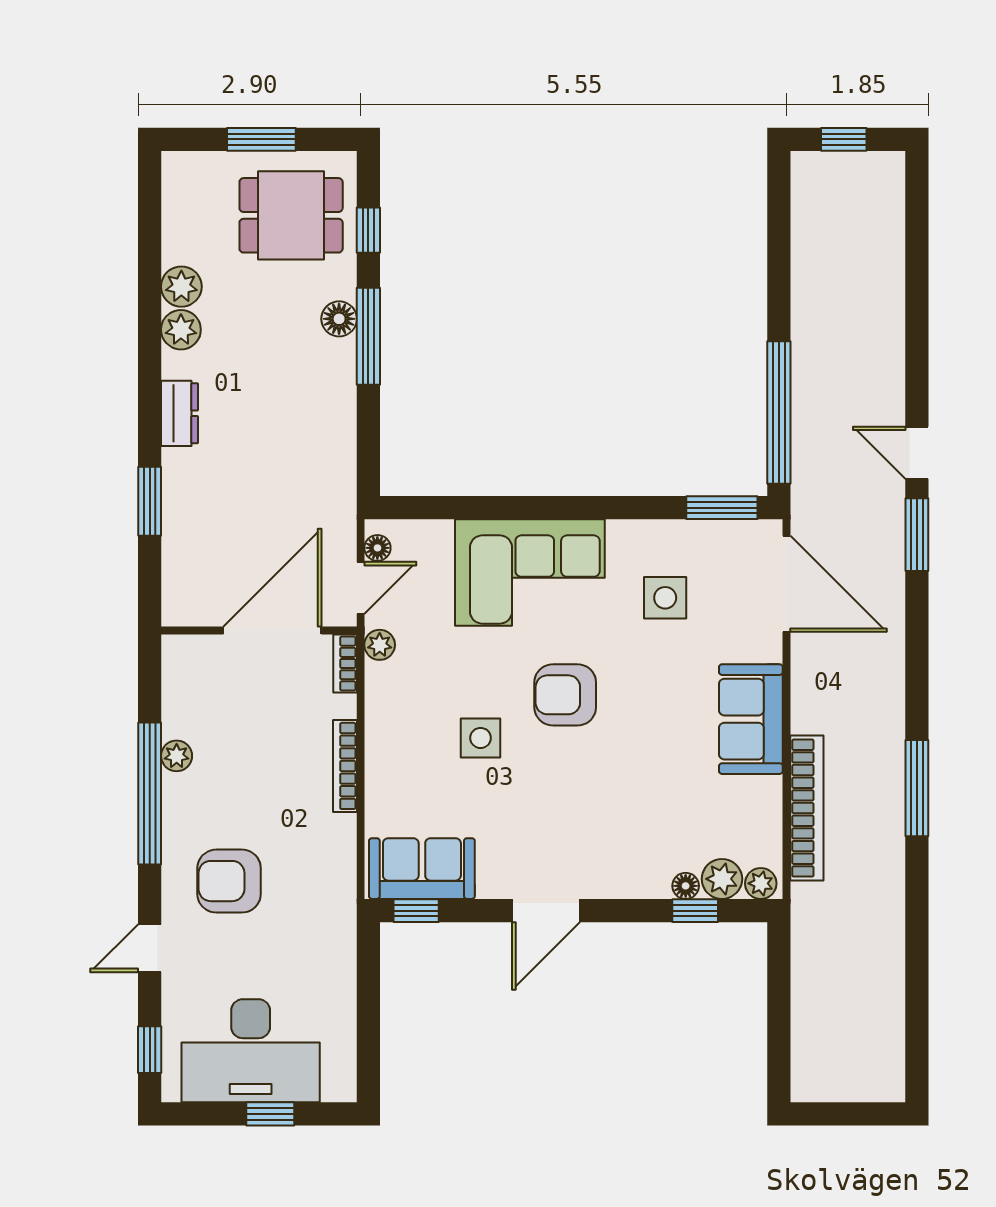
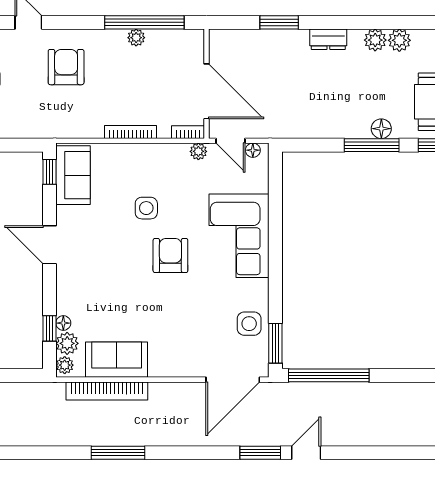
side table: (665, 598) -> (249, 324), moved
sofa: (751, 719) -> (117, 360), moved
window: (150, 793) -> (144, 22), moved

